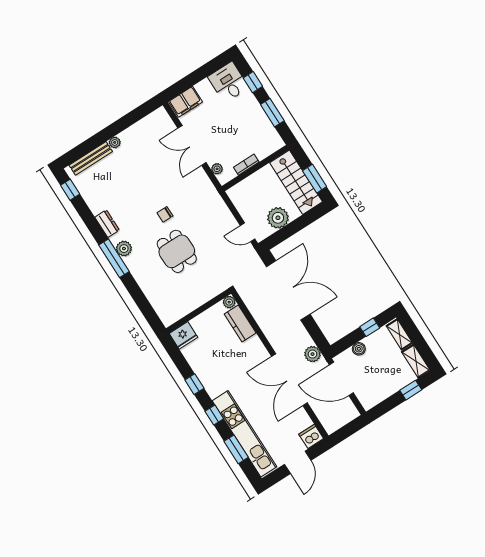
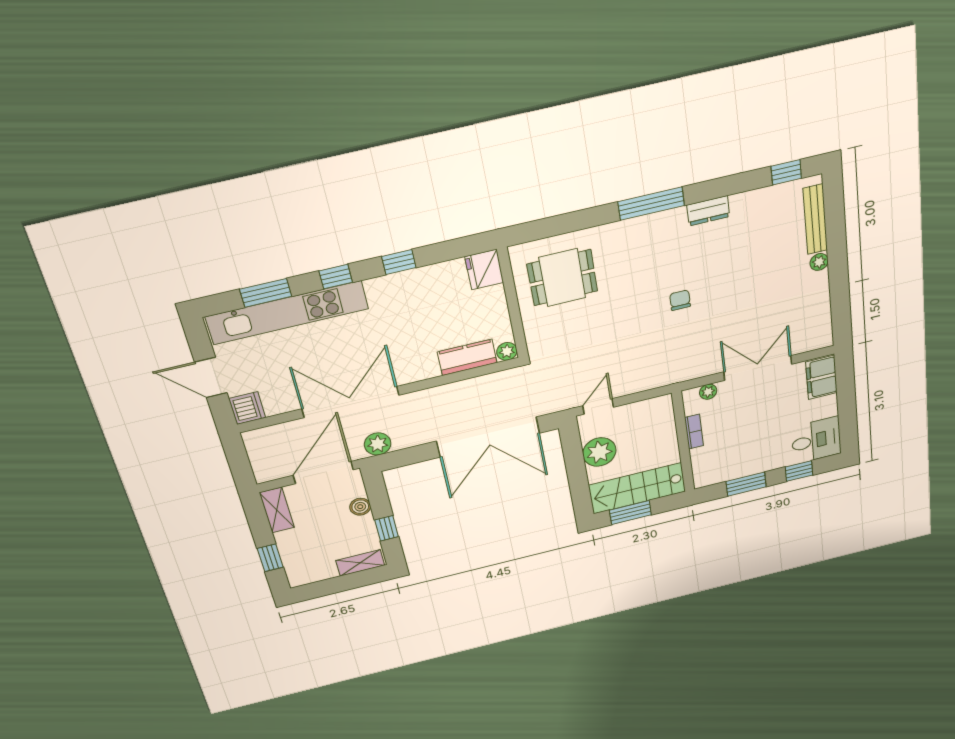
plant: (124, 249) -> (659, 224), removed
dining table: (177, 251) -> (562, 278), moved
shelving: (416, 361) -> (277, 510), moved, turned 90

